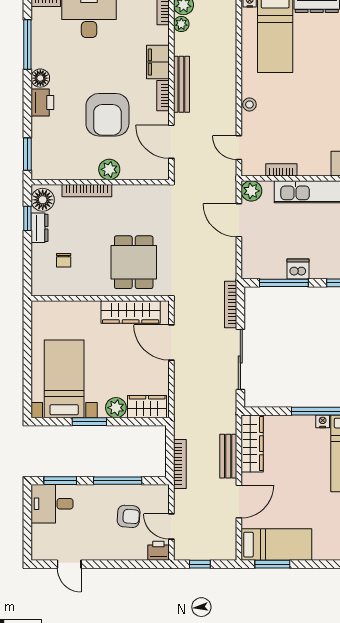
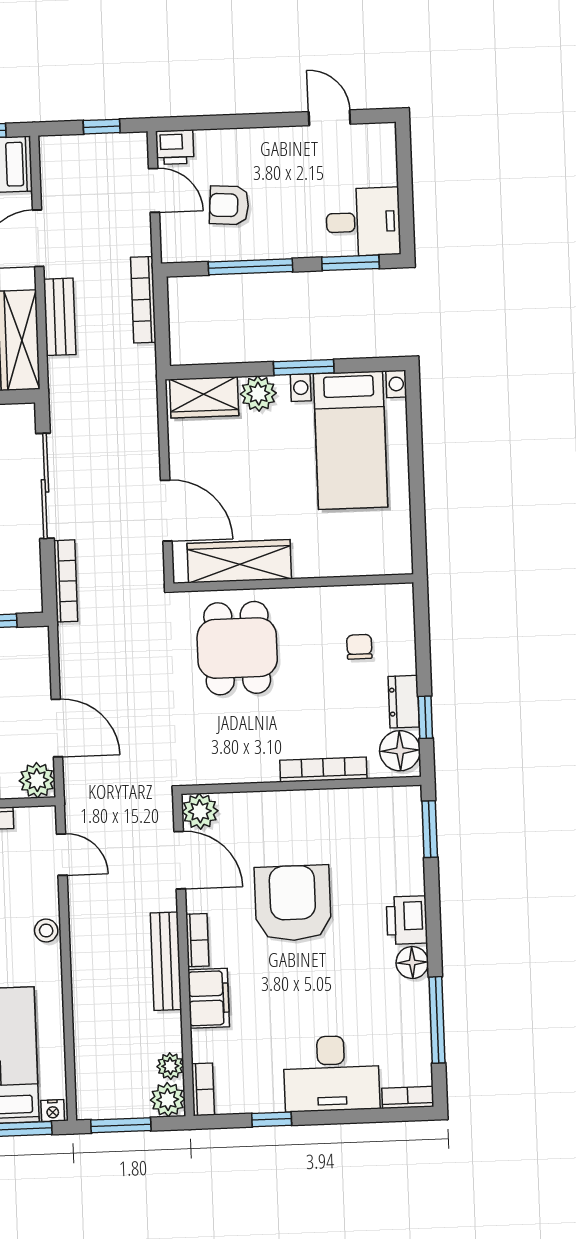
plant: (109, 169) -> (200, 811), moved

